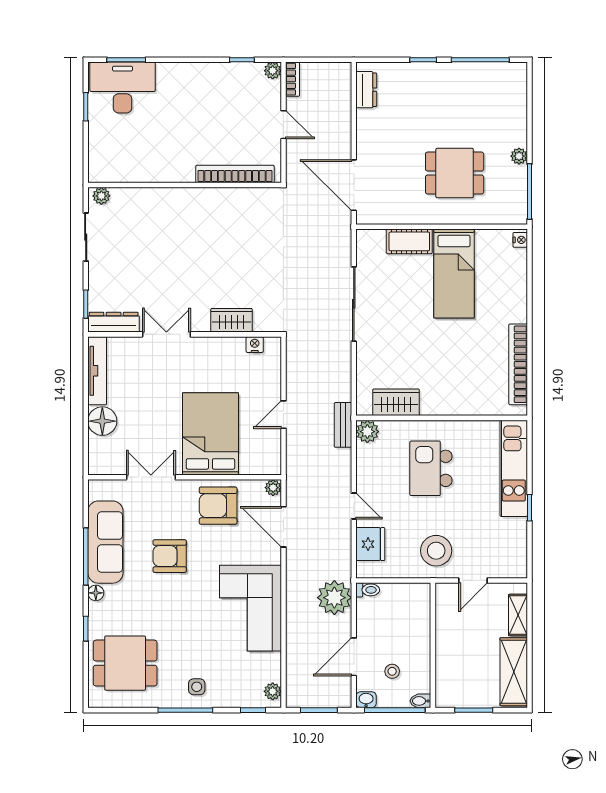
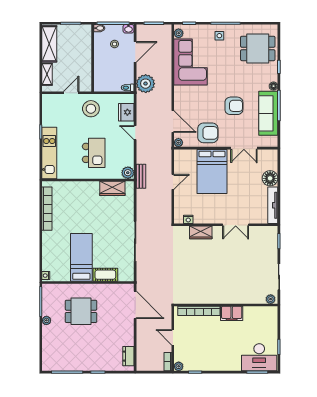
filing cabinet: (174, 169) -> (232, 313), added
dresser: (114, 322) -> (264, 231), removed
corner sofa: (251, 608) -> (191, 62), moved

